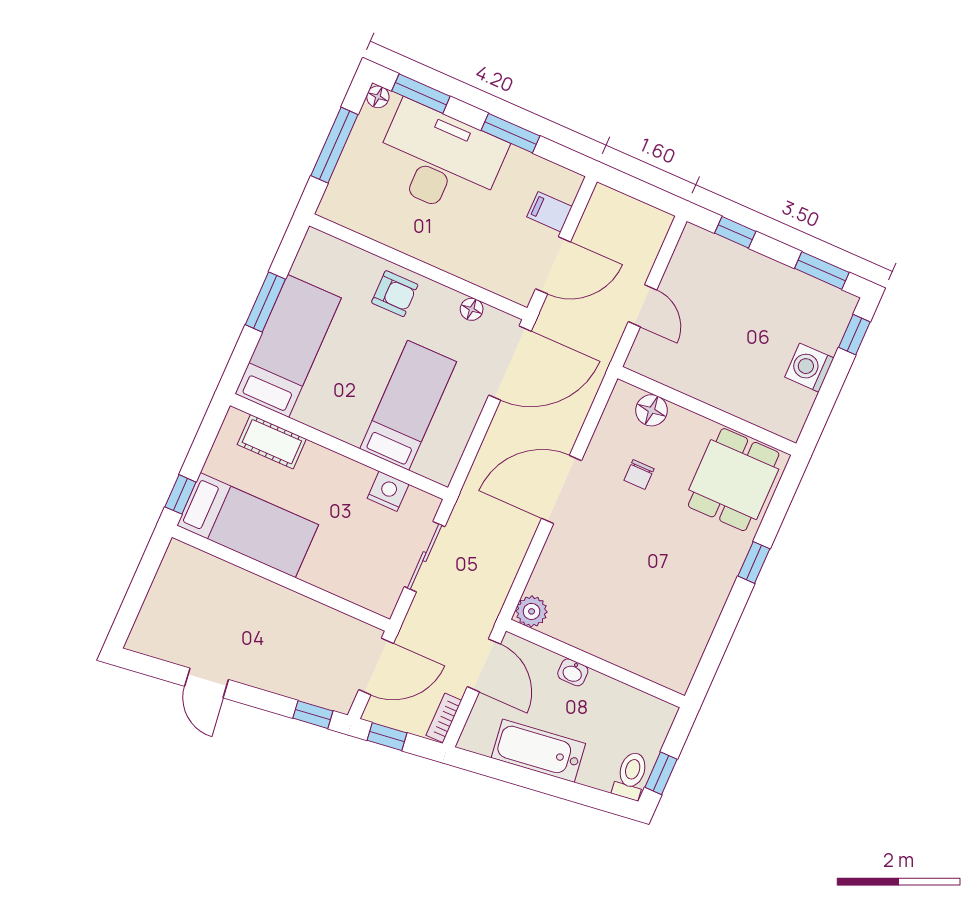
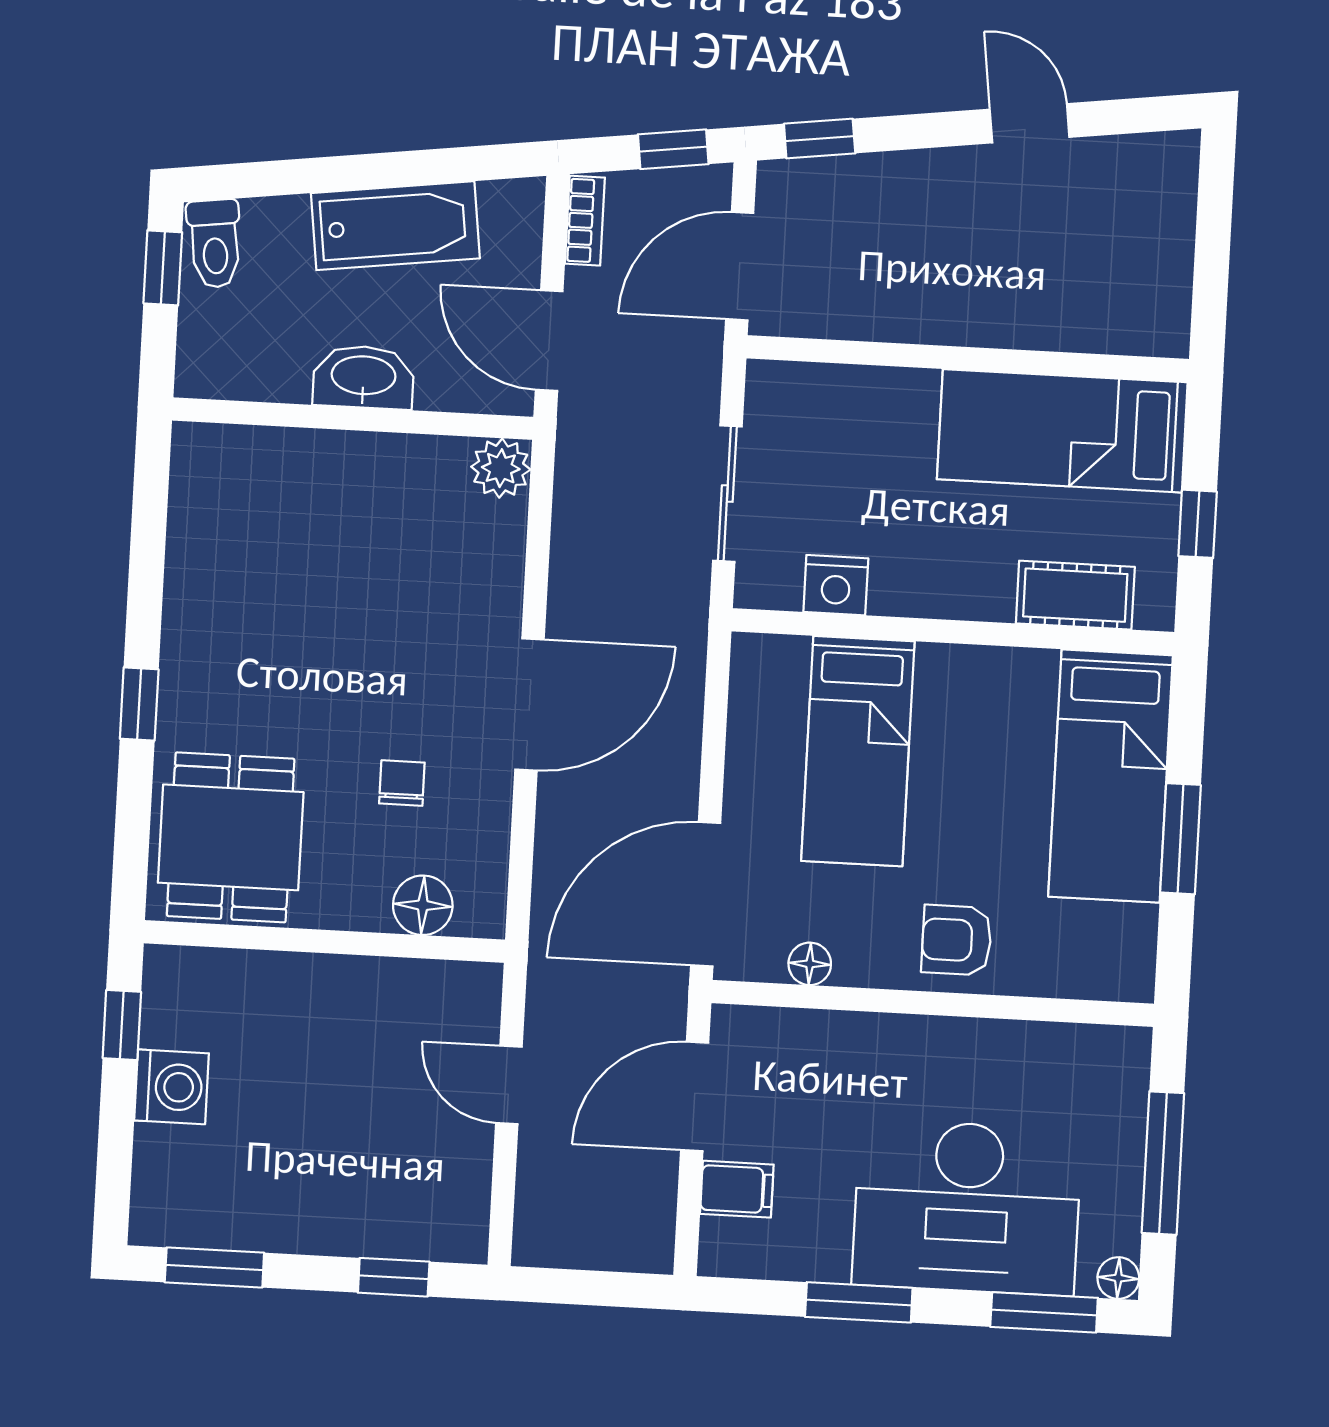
window: (854, 335) -> (122, 1025), moved
window: (180, 494) -> (1198, 524), moved
washbasin: (573, 672) -> (363, 377), width x1.91, depth x1.45

